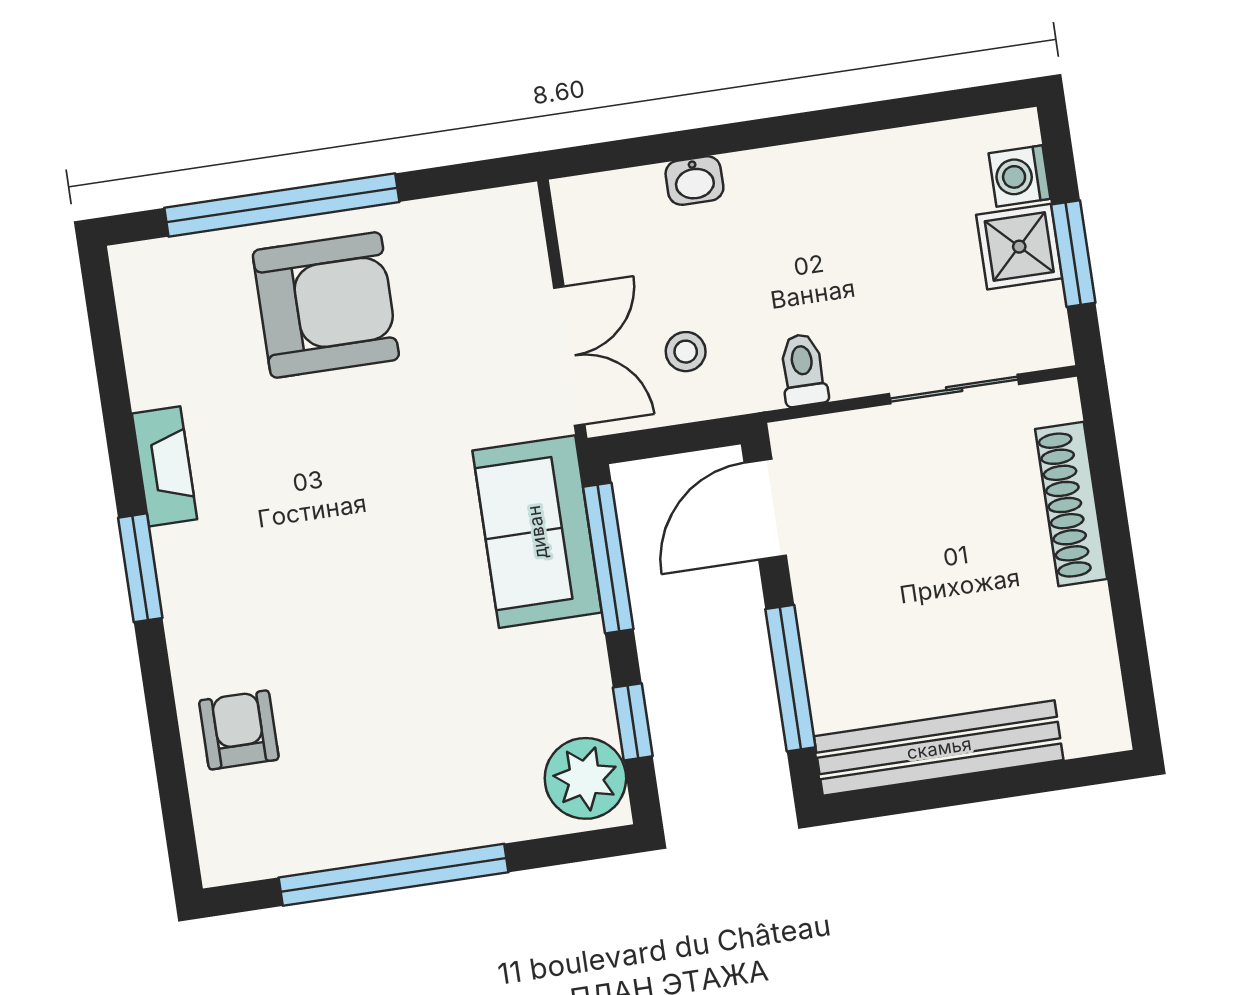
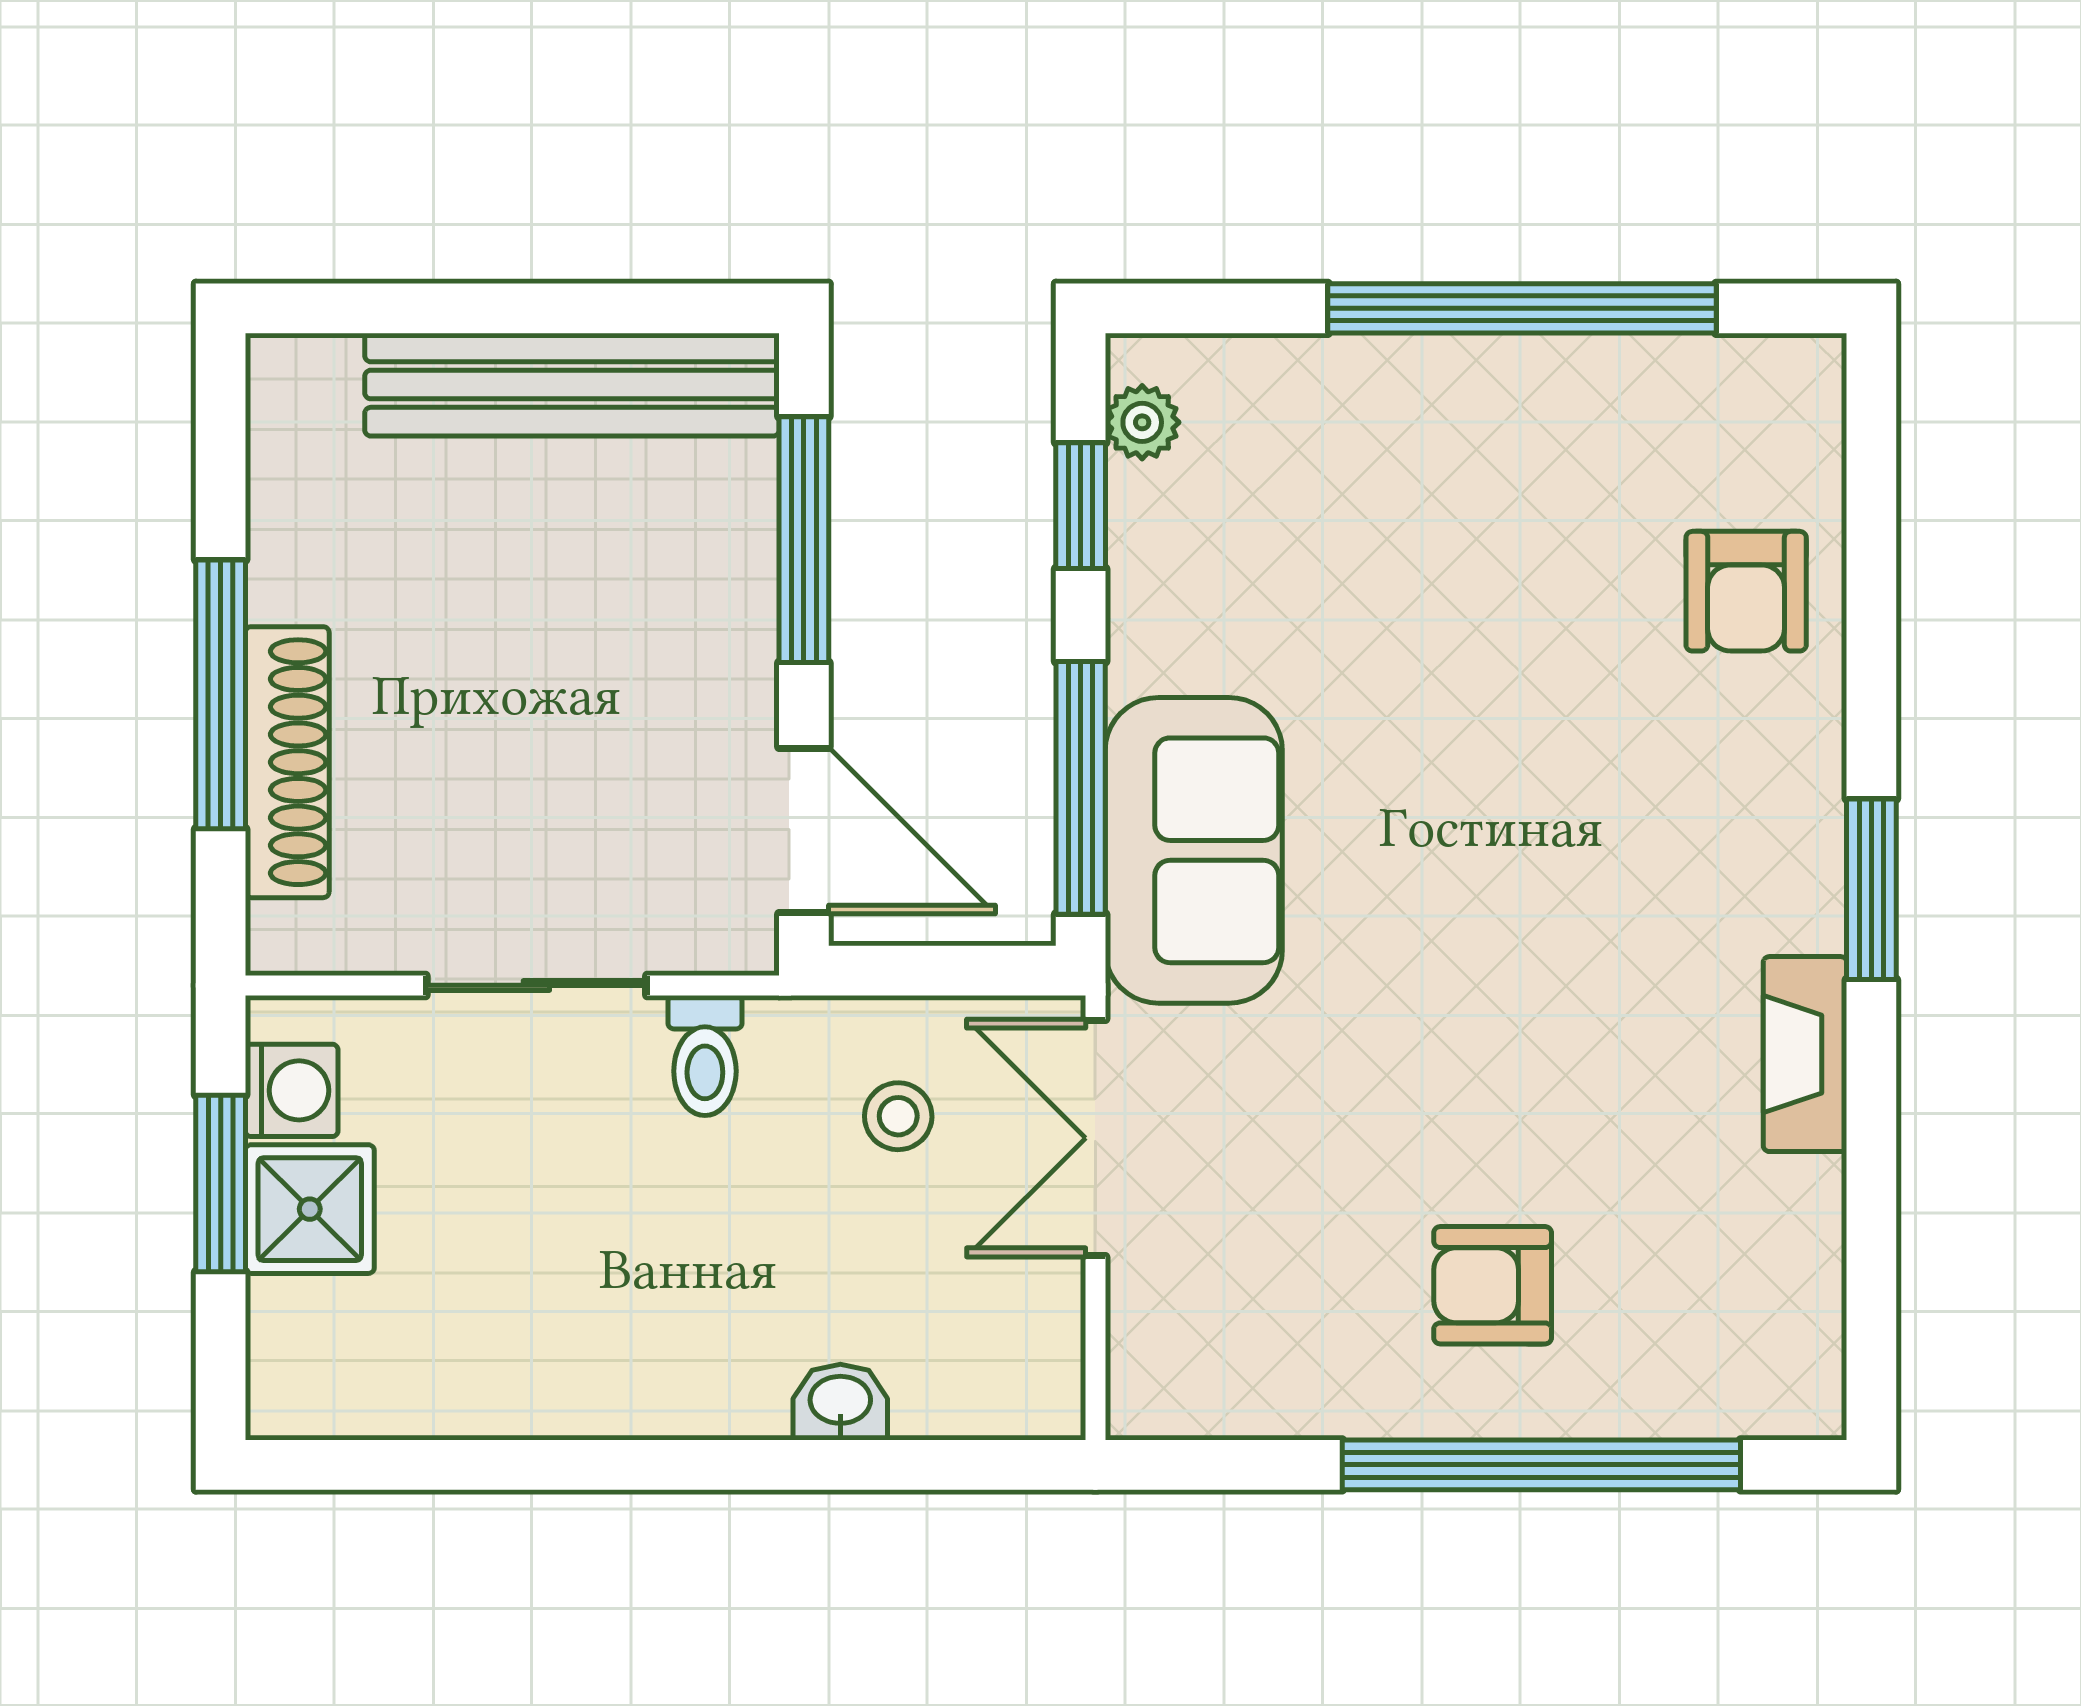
washing machine: (1019, 176) -> (292, 1090), moved
armchair: (326, 305) -> (1493, 1285), width x0.53, depth x0.53
sliding door: (954, 389) -> (536, 985), moved
door: (765, 509) -> (804, 831), hinge flipped
window: (1116, 538) -> (221, 694), added
plant: (585, 778) -> (1142, 422), width x0.53, depth x0.53

